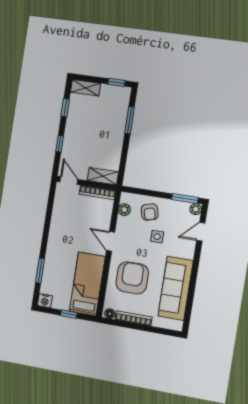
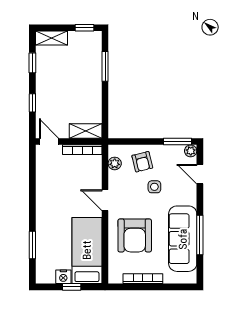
door: (201, 232) -> (200, 174), hinge flipped
armchair: (132, 278) -> (135, 235), turned 180
window: (192, 288) -> (200, 235), added
nightstand: (45, 301) -> (63, 277), moved
floor lamp: (110, 314) -> (117, 278), removed

